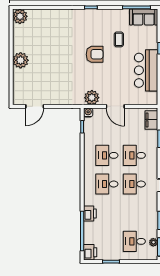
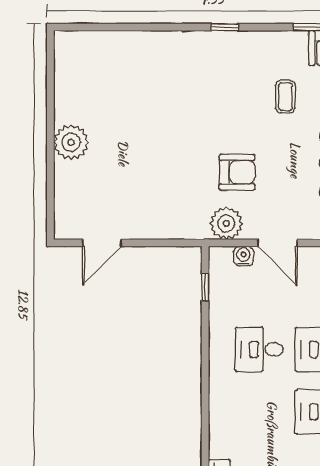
plant: (20, 16) -> (70, 46), removed
armchair: (95, 54) -> (237, 172), moved
water cooler: (88, 113) -> (244, 256), moved
desk: (107, 184) -> (259, 412), removed

